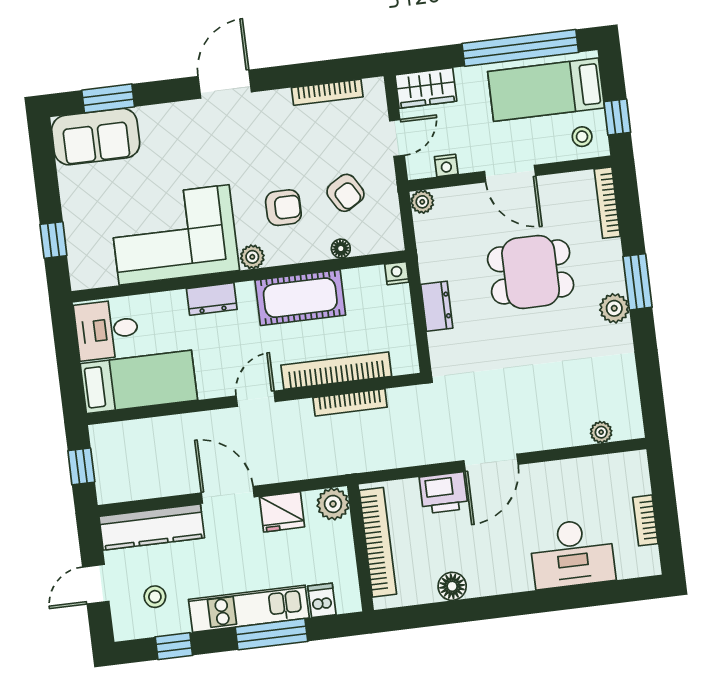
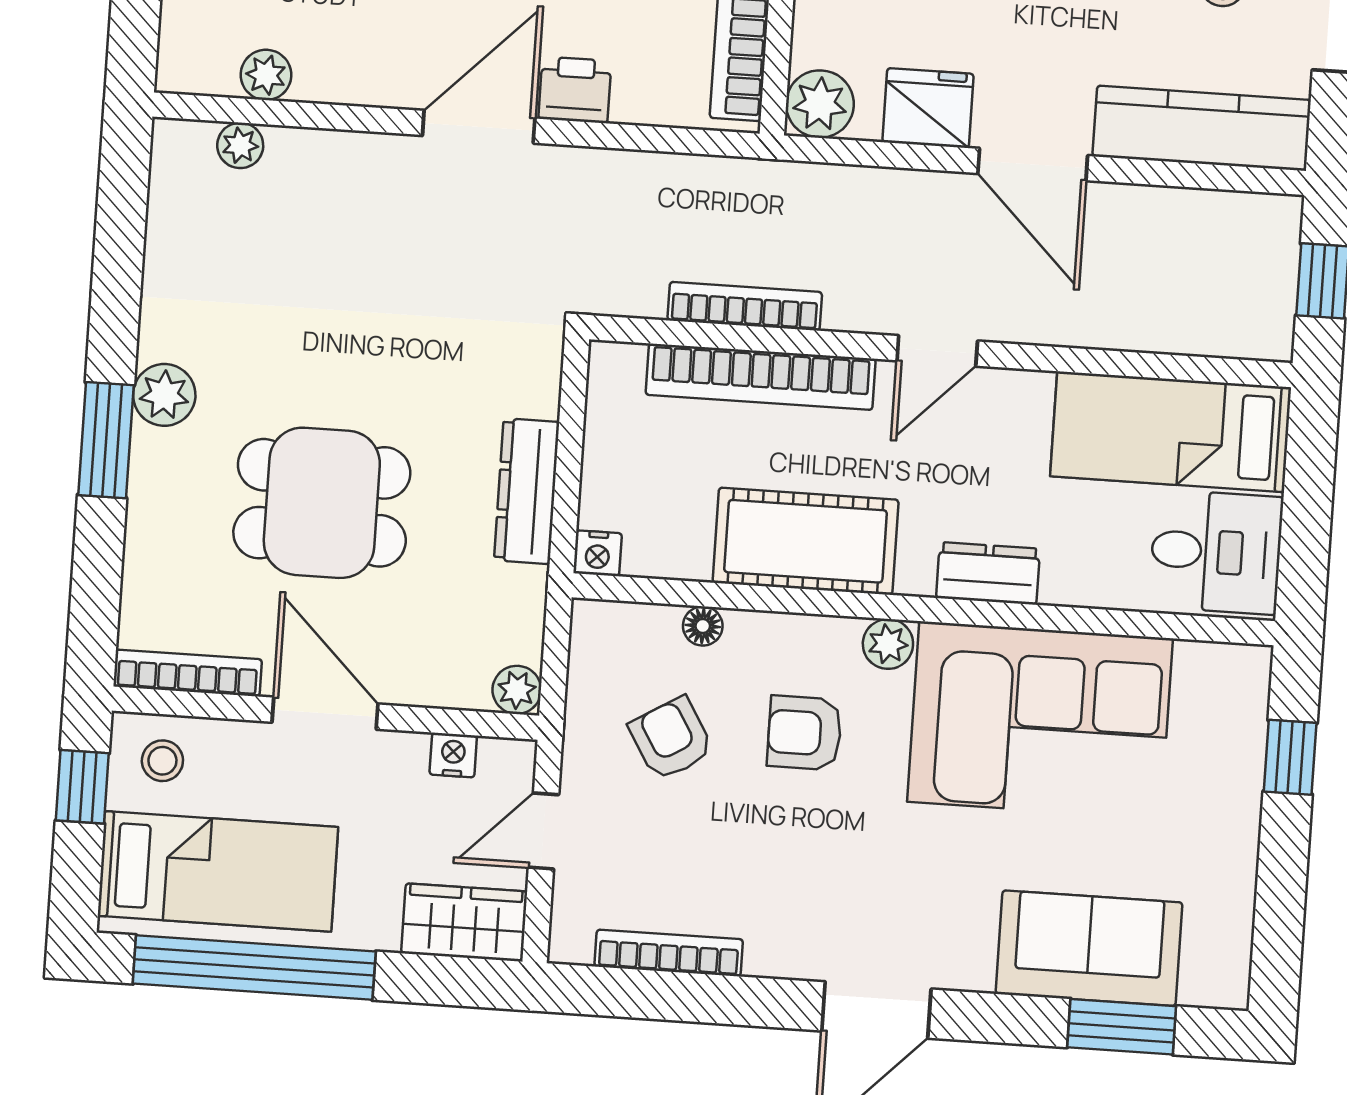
sofa: (96, 137) -> (1089, 948), moved
bookcase: (607, 203) -> (188, 673), moved, turned -90
dresser: (437, 306) -> (527, 491), width x1.44
plant: (595, 468) -> (266, 75), added
printer: (444, 493) -> (575, 90), width x0.73, depth x0.81

